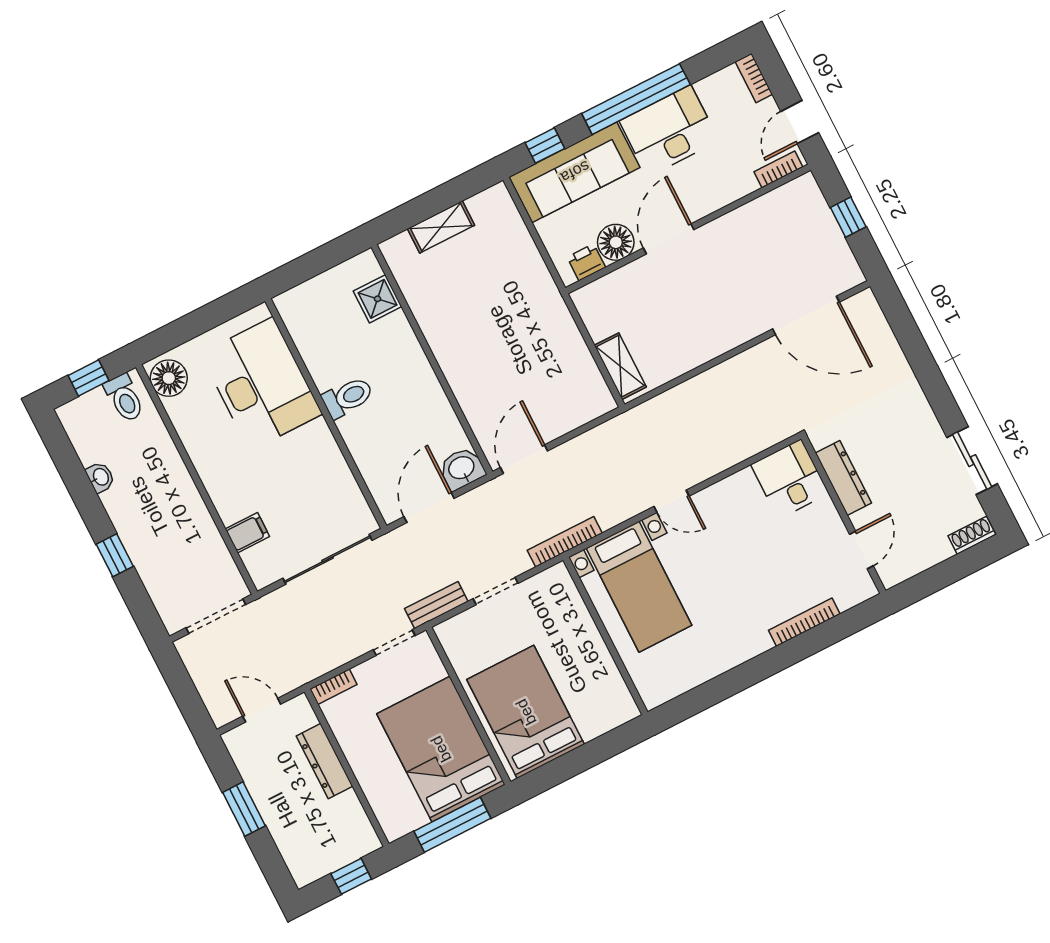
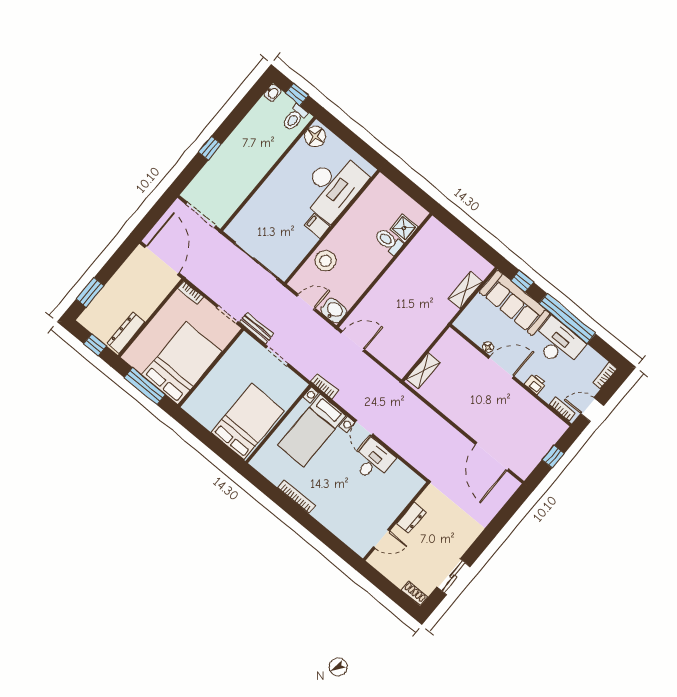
shelving: (441, 227) -> (465, 290), moved, turned 90
floor lamp: (616, 242) -> (488, 347), width x0.53, depth x0.53
printer: (586, 262) -> (536, 384), moved
toilet: (348, 397) -> (389, 241), moved, turned 180
stool: (376, 448) -> (325, 261), added
washbasin: (100, 477) -> (273, 93), moved
dresser: (843, 478) -> (411, 518), width x0.70
desk: (790, 479) -> (373, 461), moved
door: (429, 508) -> (306, 302), width x0.73
filing cabinet: (247, 533) -> (317, 226), moved, turned 180
bookcase: (565, 542) -> (325, 386), width x0.64
bookcase: (804, 622) -> (297, 497), moved
door: (262, 710) -> (162, 260), width x1.87
bed: (526, 712) -> (248, 422), moved
dresser: (325, 761) -> (126, 333), moved
window: (244, 809) -> (90, 292), moved

